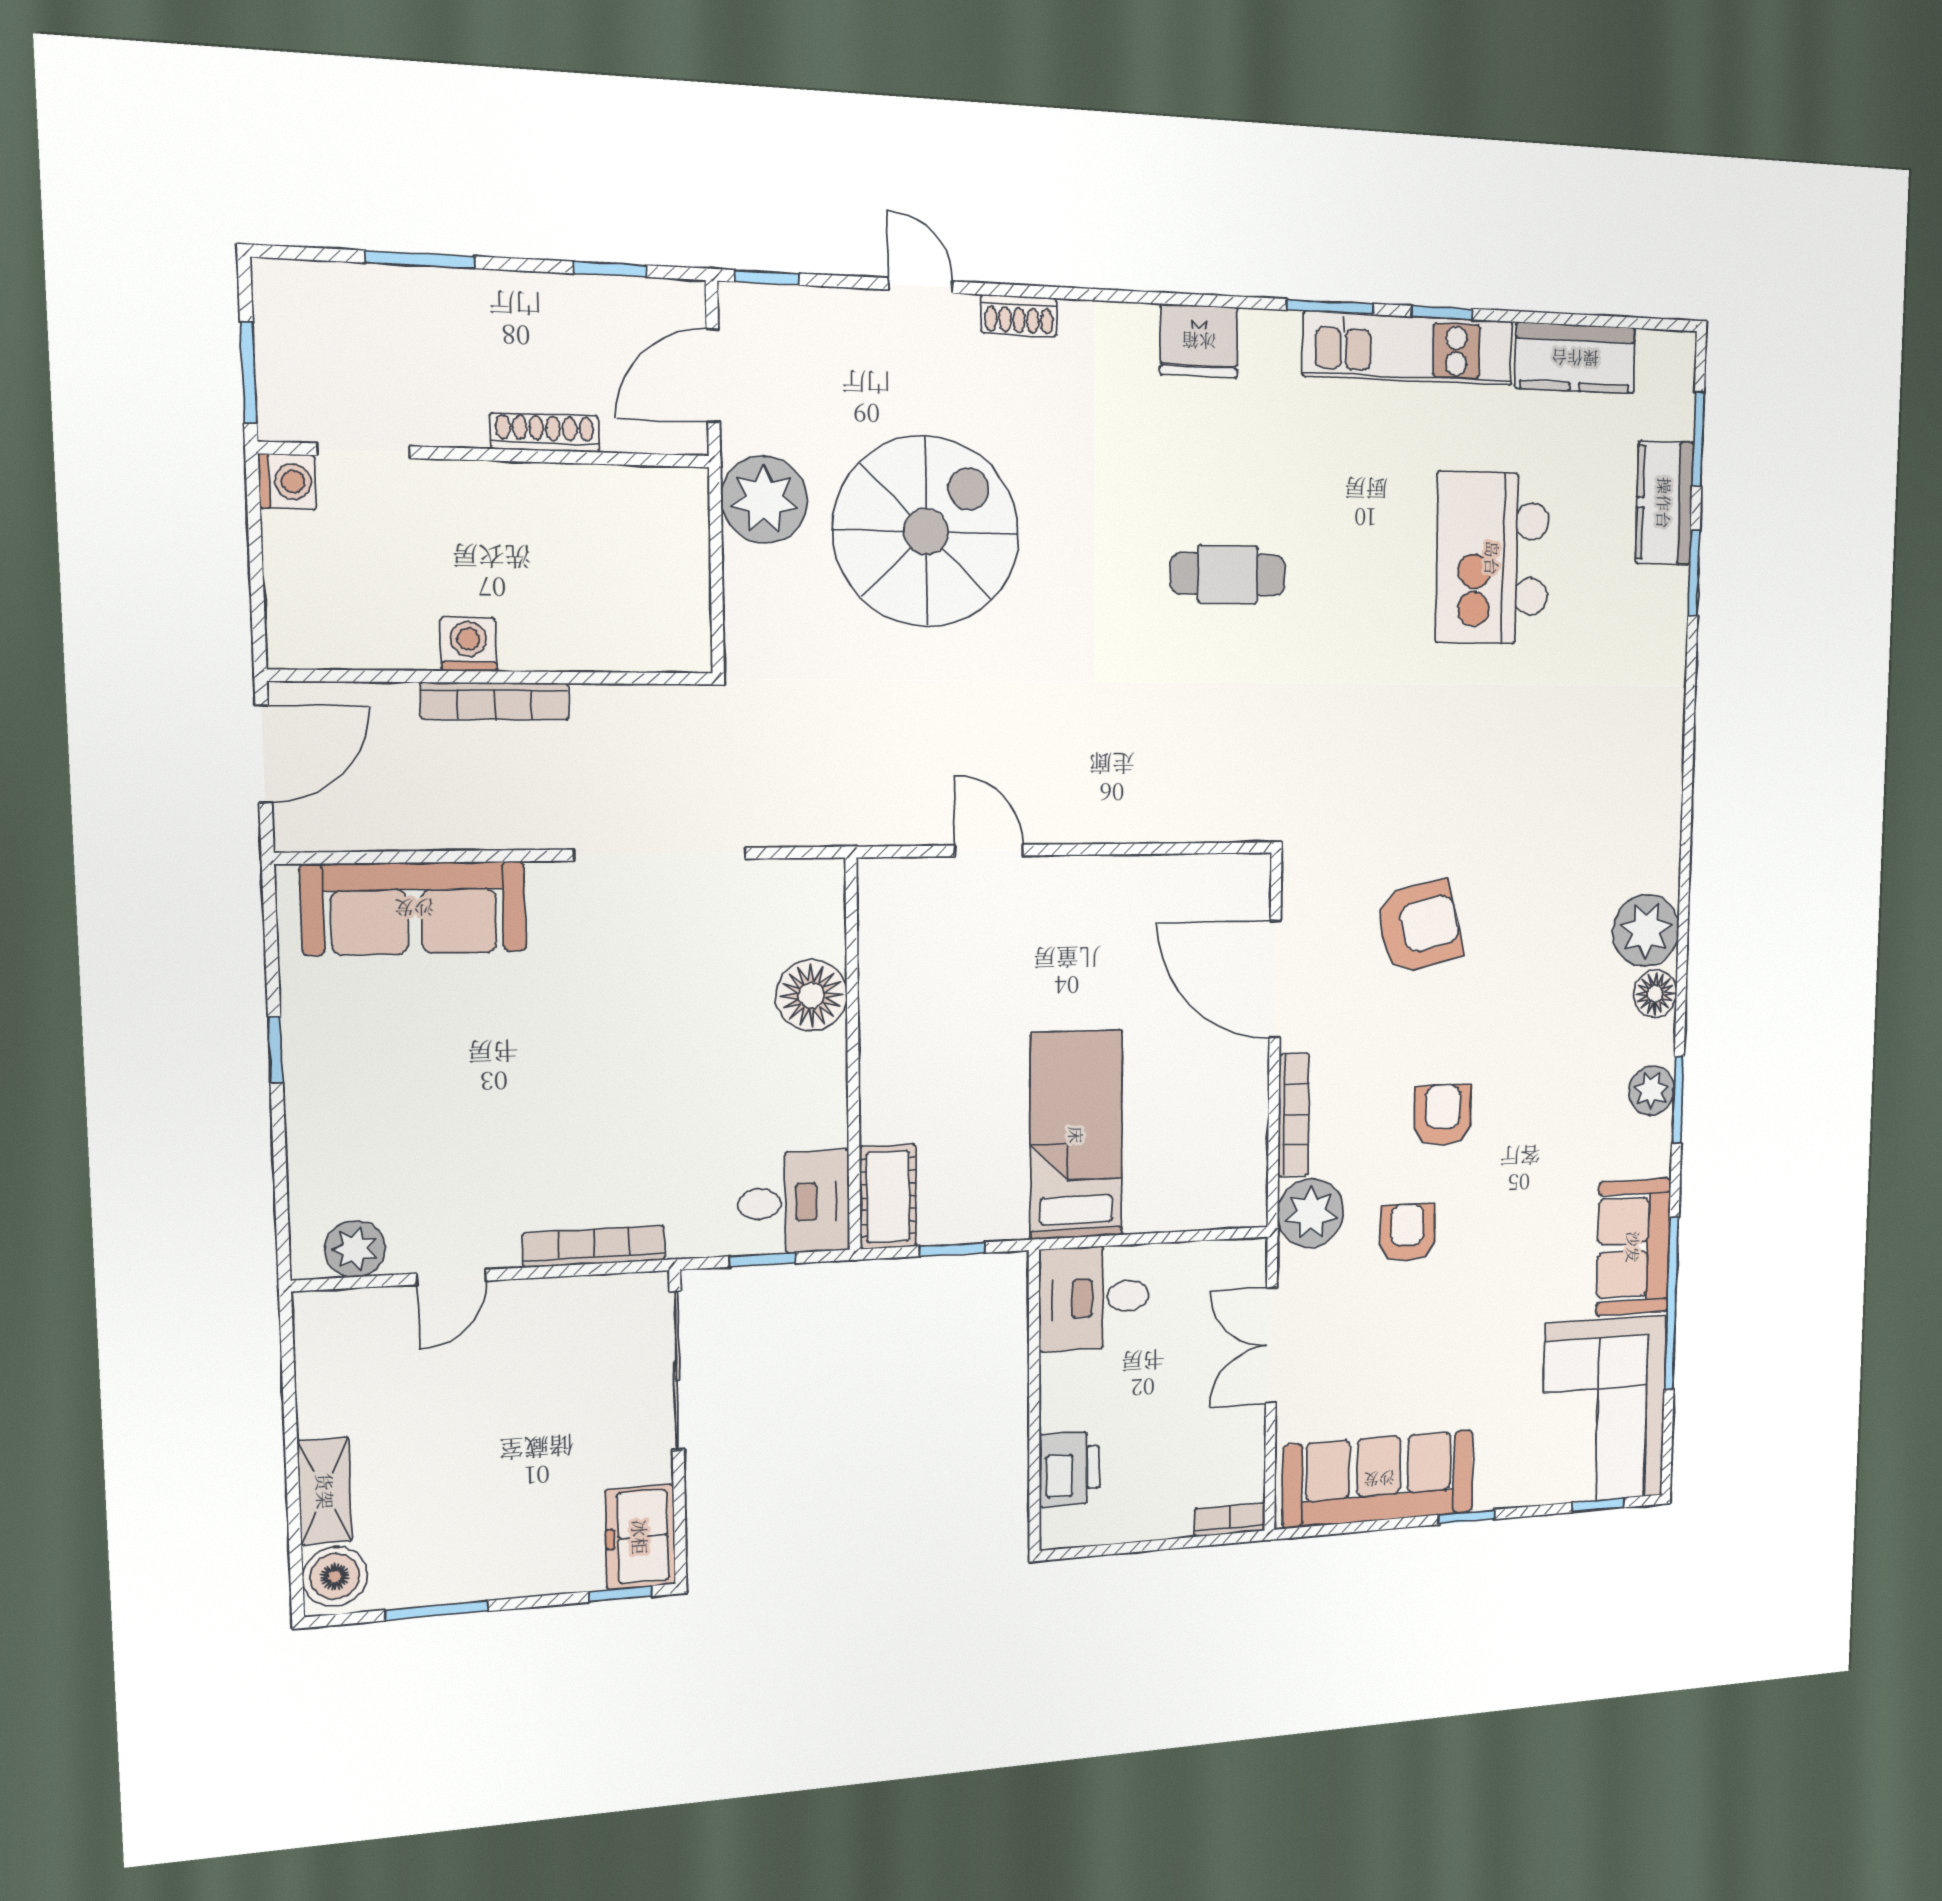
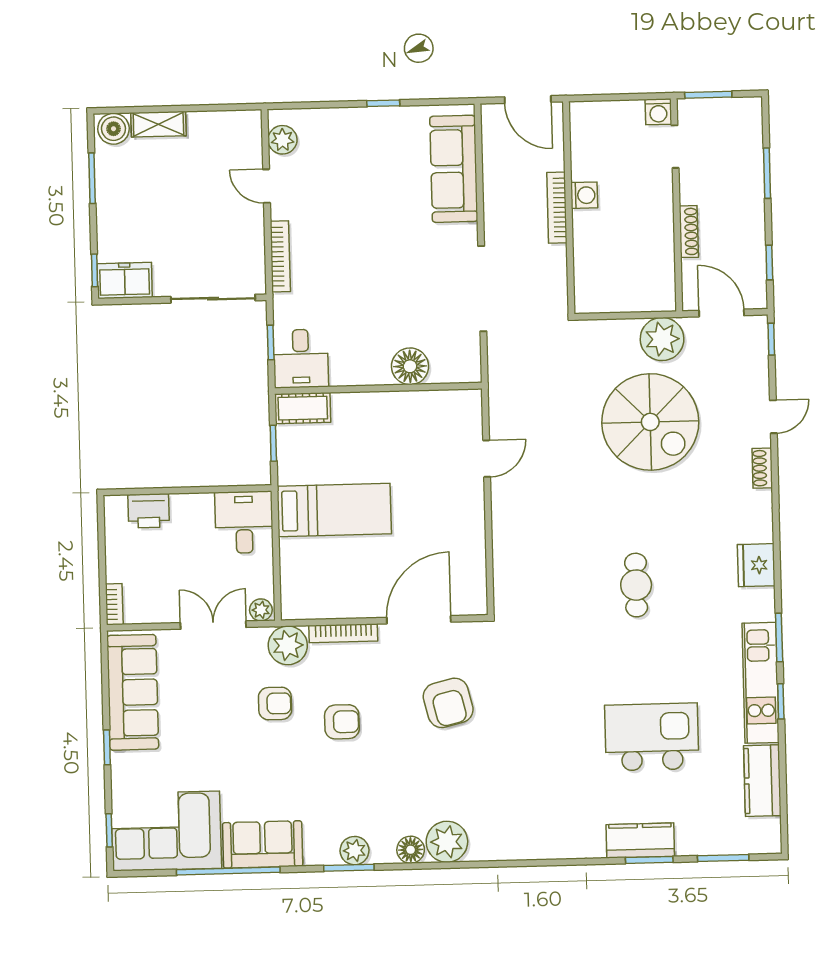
kitchen counter: (1664, 503) -> (640, 840), moved
plant: (1248, 1263) -> (261, 610), added

